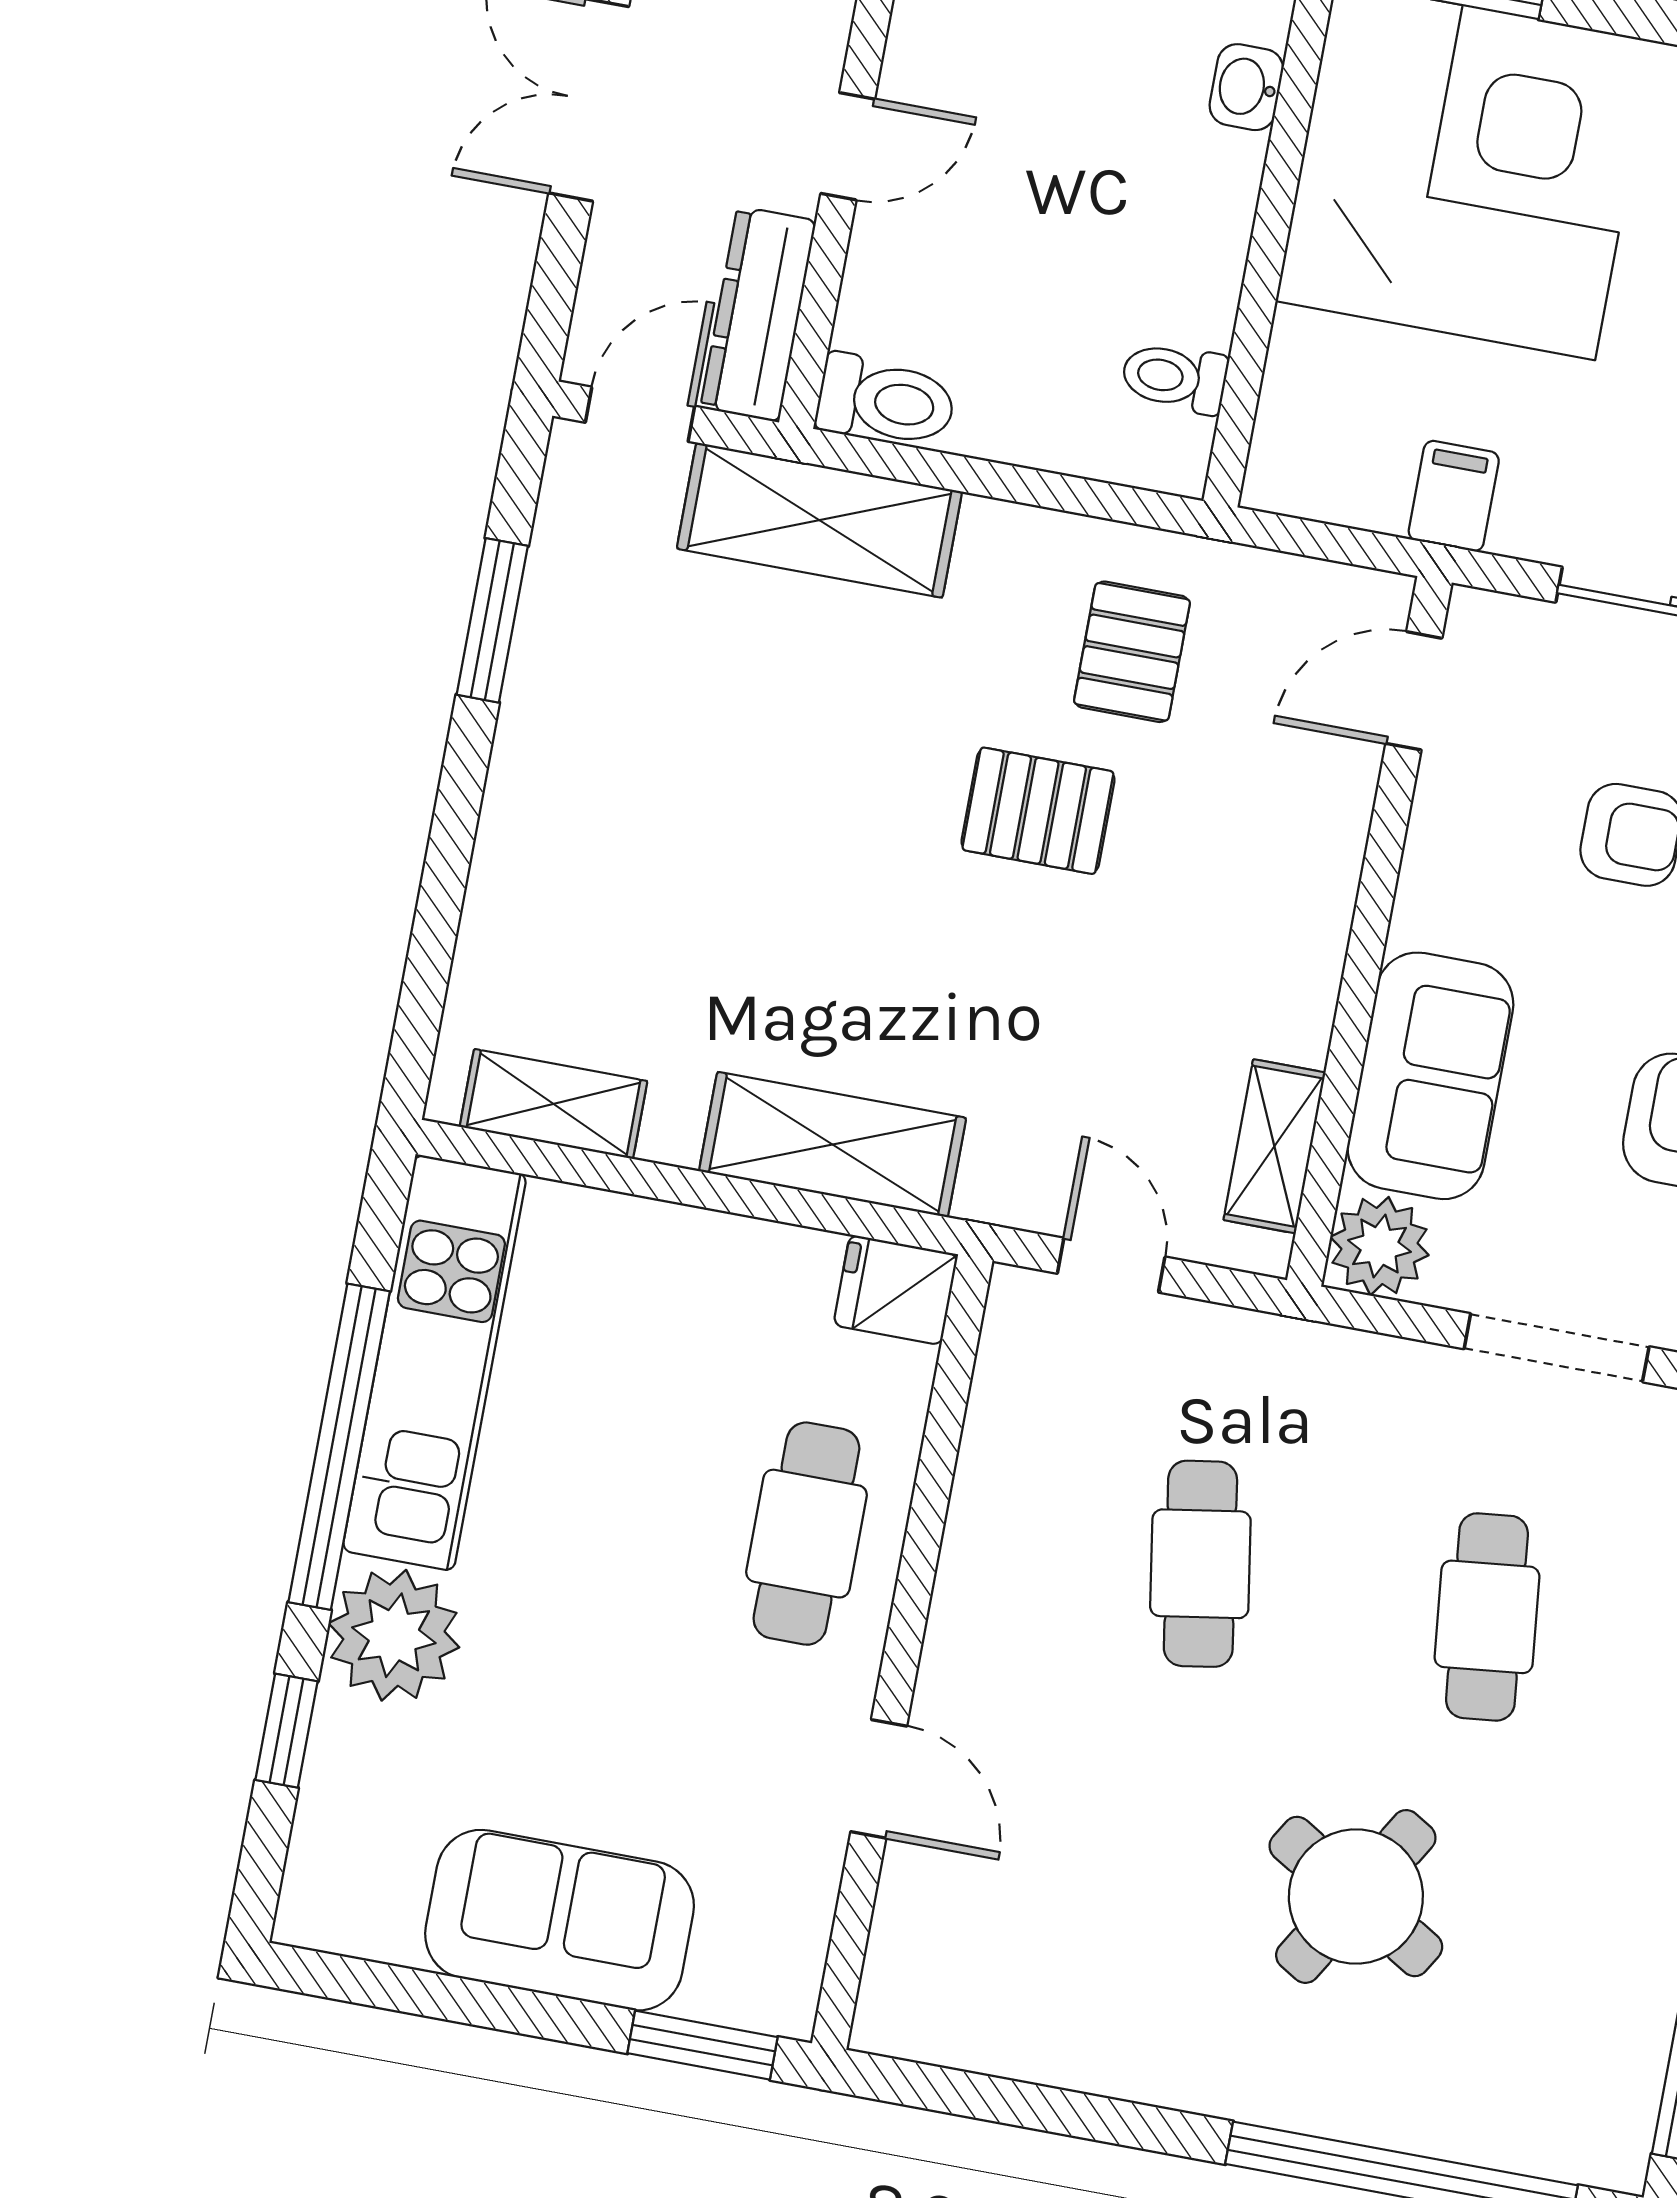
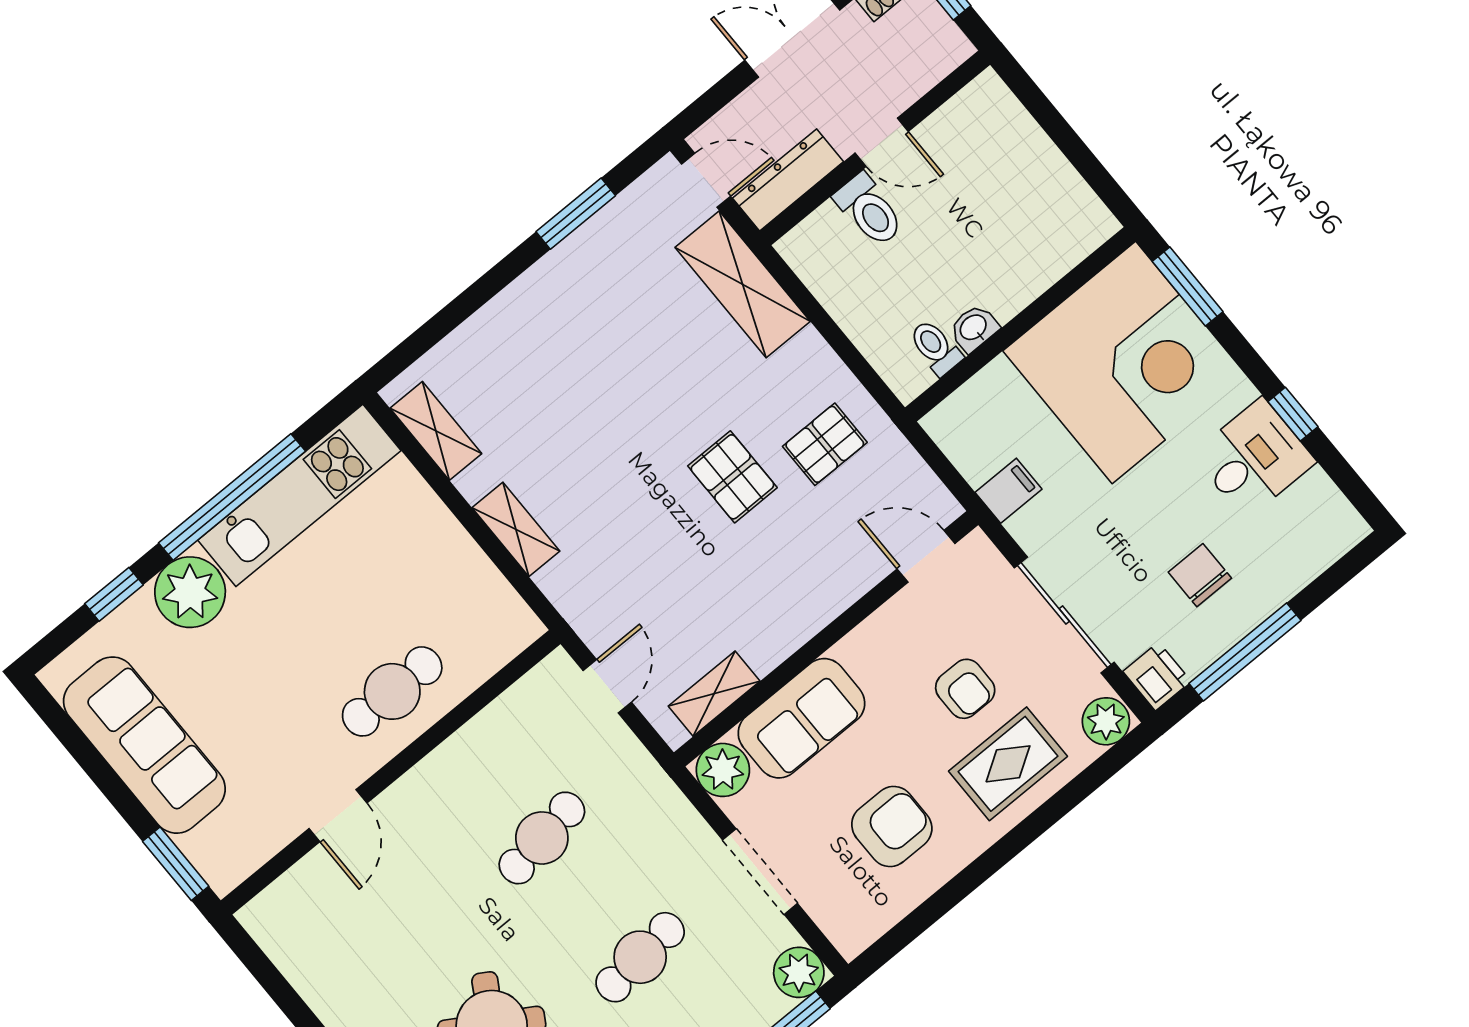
washbasin: (1246, 87) -> (974, 328), moved
toilet: (886, 401) -> (869, 210), moved
shelving: (833, 1144) -> (516, 529), width x0.67, depth x0.75
fridge: (896, 1290) -> (511, 623), removed
sofa: (560, 1920) -> (144, 745), width x1.36

